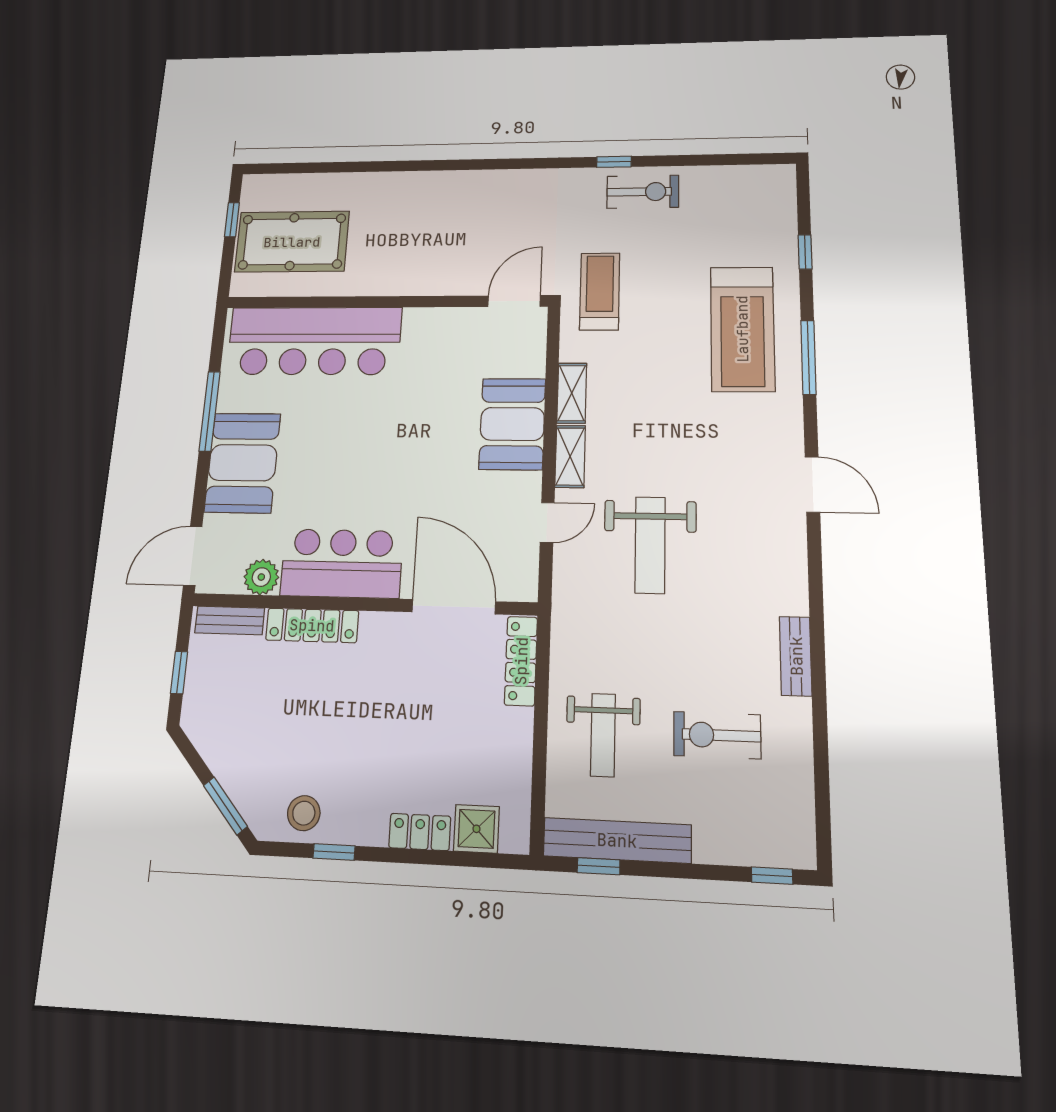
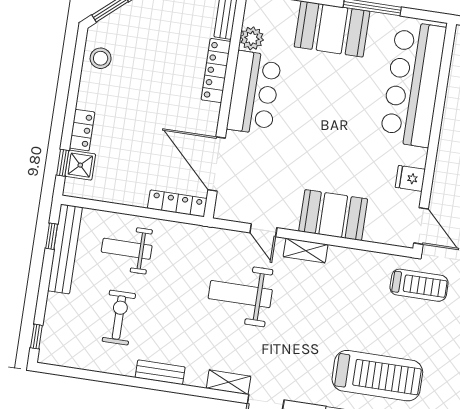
fridge: (448, 325) -> (410, 178), added
treadmill: (742, 329) -> (377, 376), turned 180
shelving: (572, 393) -> (229, 382), moved
door: (454, 607) -> (217, 164), swing flipped
window: (334, 852) -> (63, 163), moved

